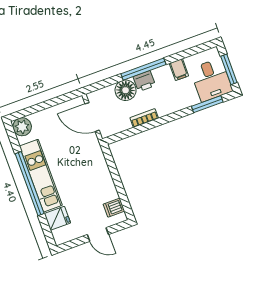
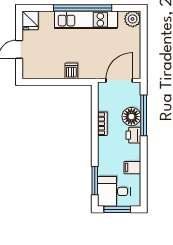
window: (143, 69) -> (144, 115), moved
dishwasher: (114, 208) -> (71, 71), moved
fridge: (57, 218) -> (30, 20), moved

